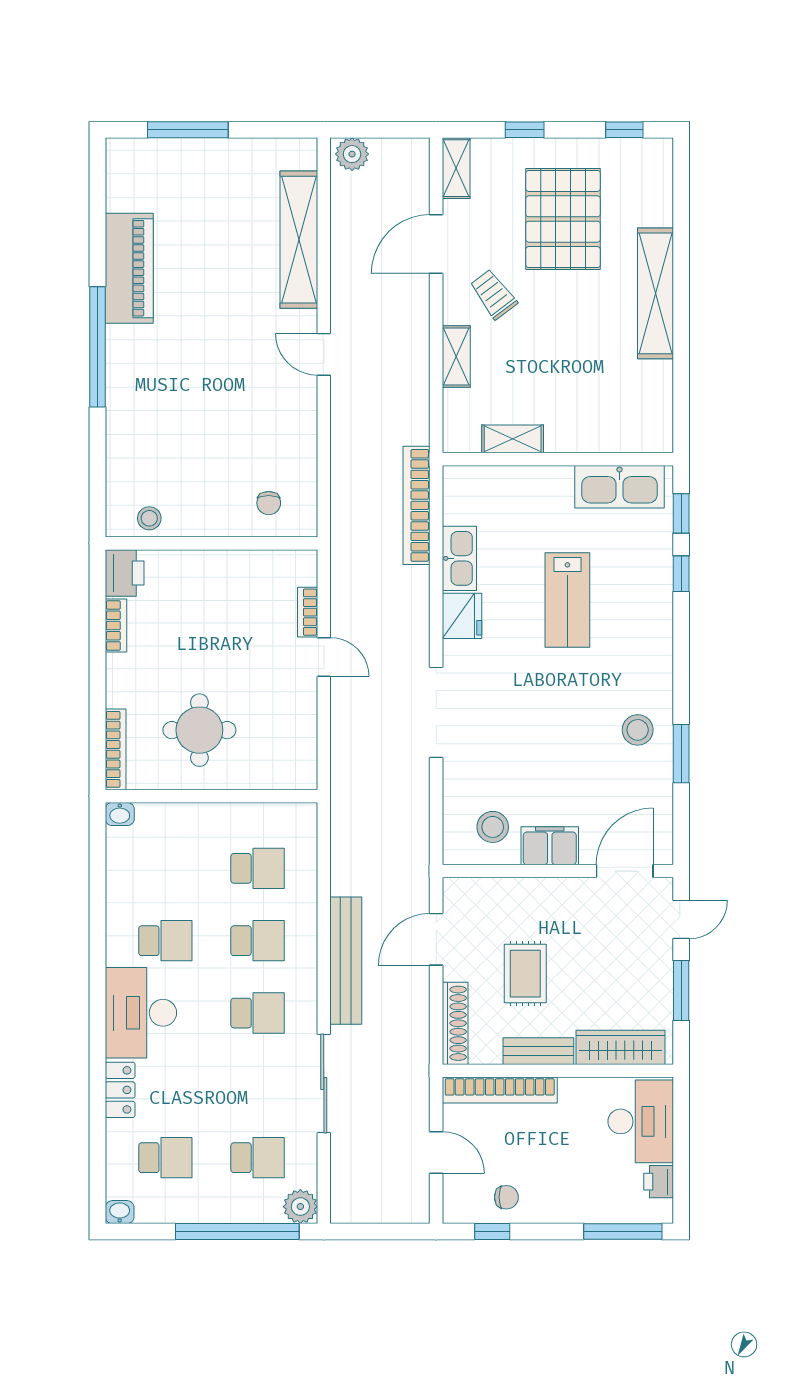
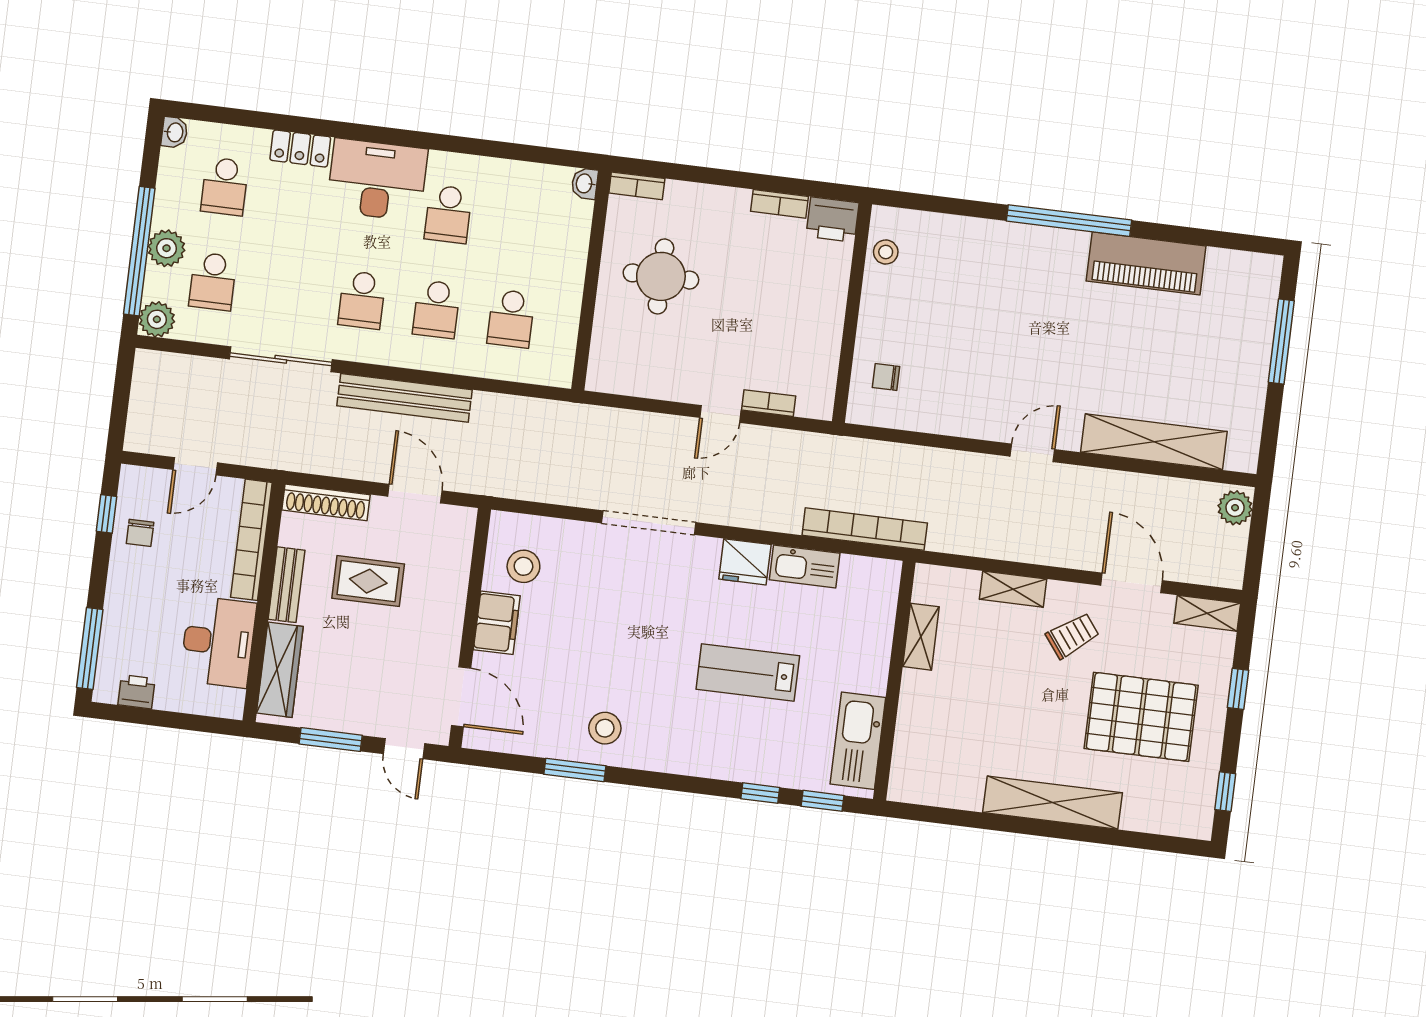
bookcase: (116, 749) -> (637, 186), width x0.64
desk: (641, 1121) -> (218, 642), moved, turned -90
plant: (231, 1206) -> (167, 248), added

